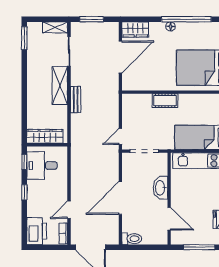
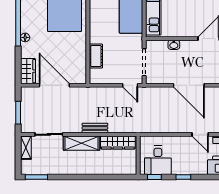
cot: (165, 101) -> (96, 56), moved
wardrobe: (45, 136) -> (118, 142), moved, turned -90
washbasin: (160, 188) -> (174, 45), width x0.52, depth x0.69

